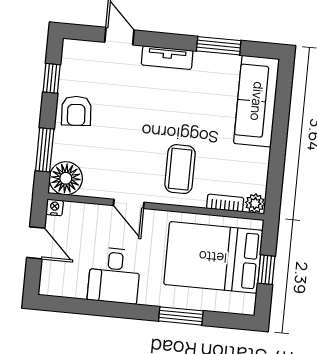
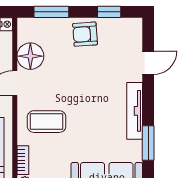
tv unit: (167, 58) -> (135, 111), width x1.41
floor lamp: (66, 178) -> (30, 56), moved

